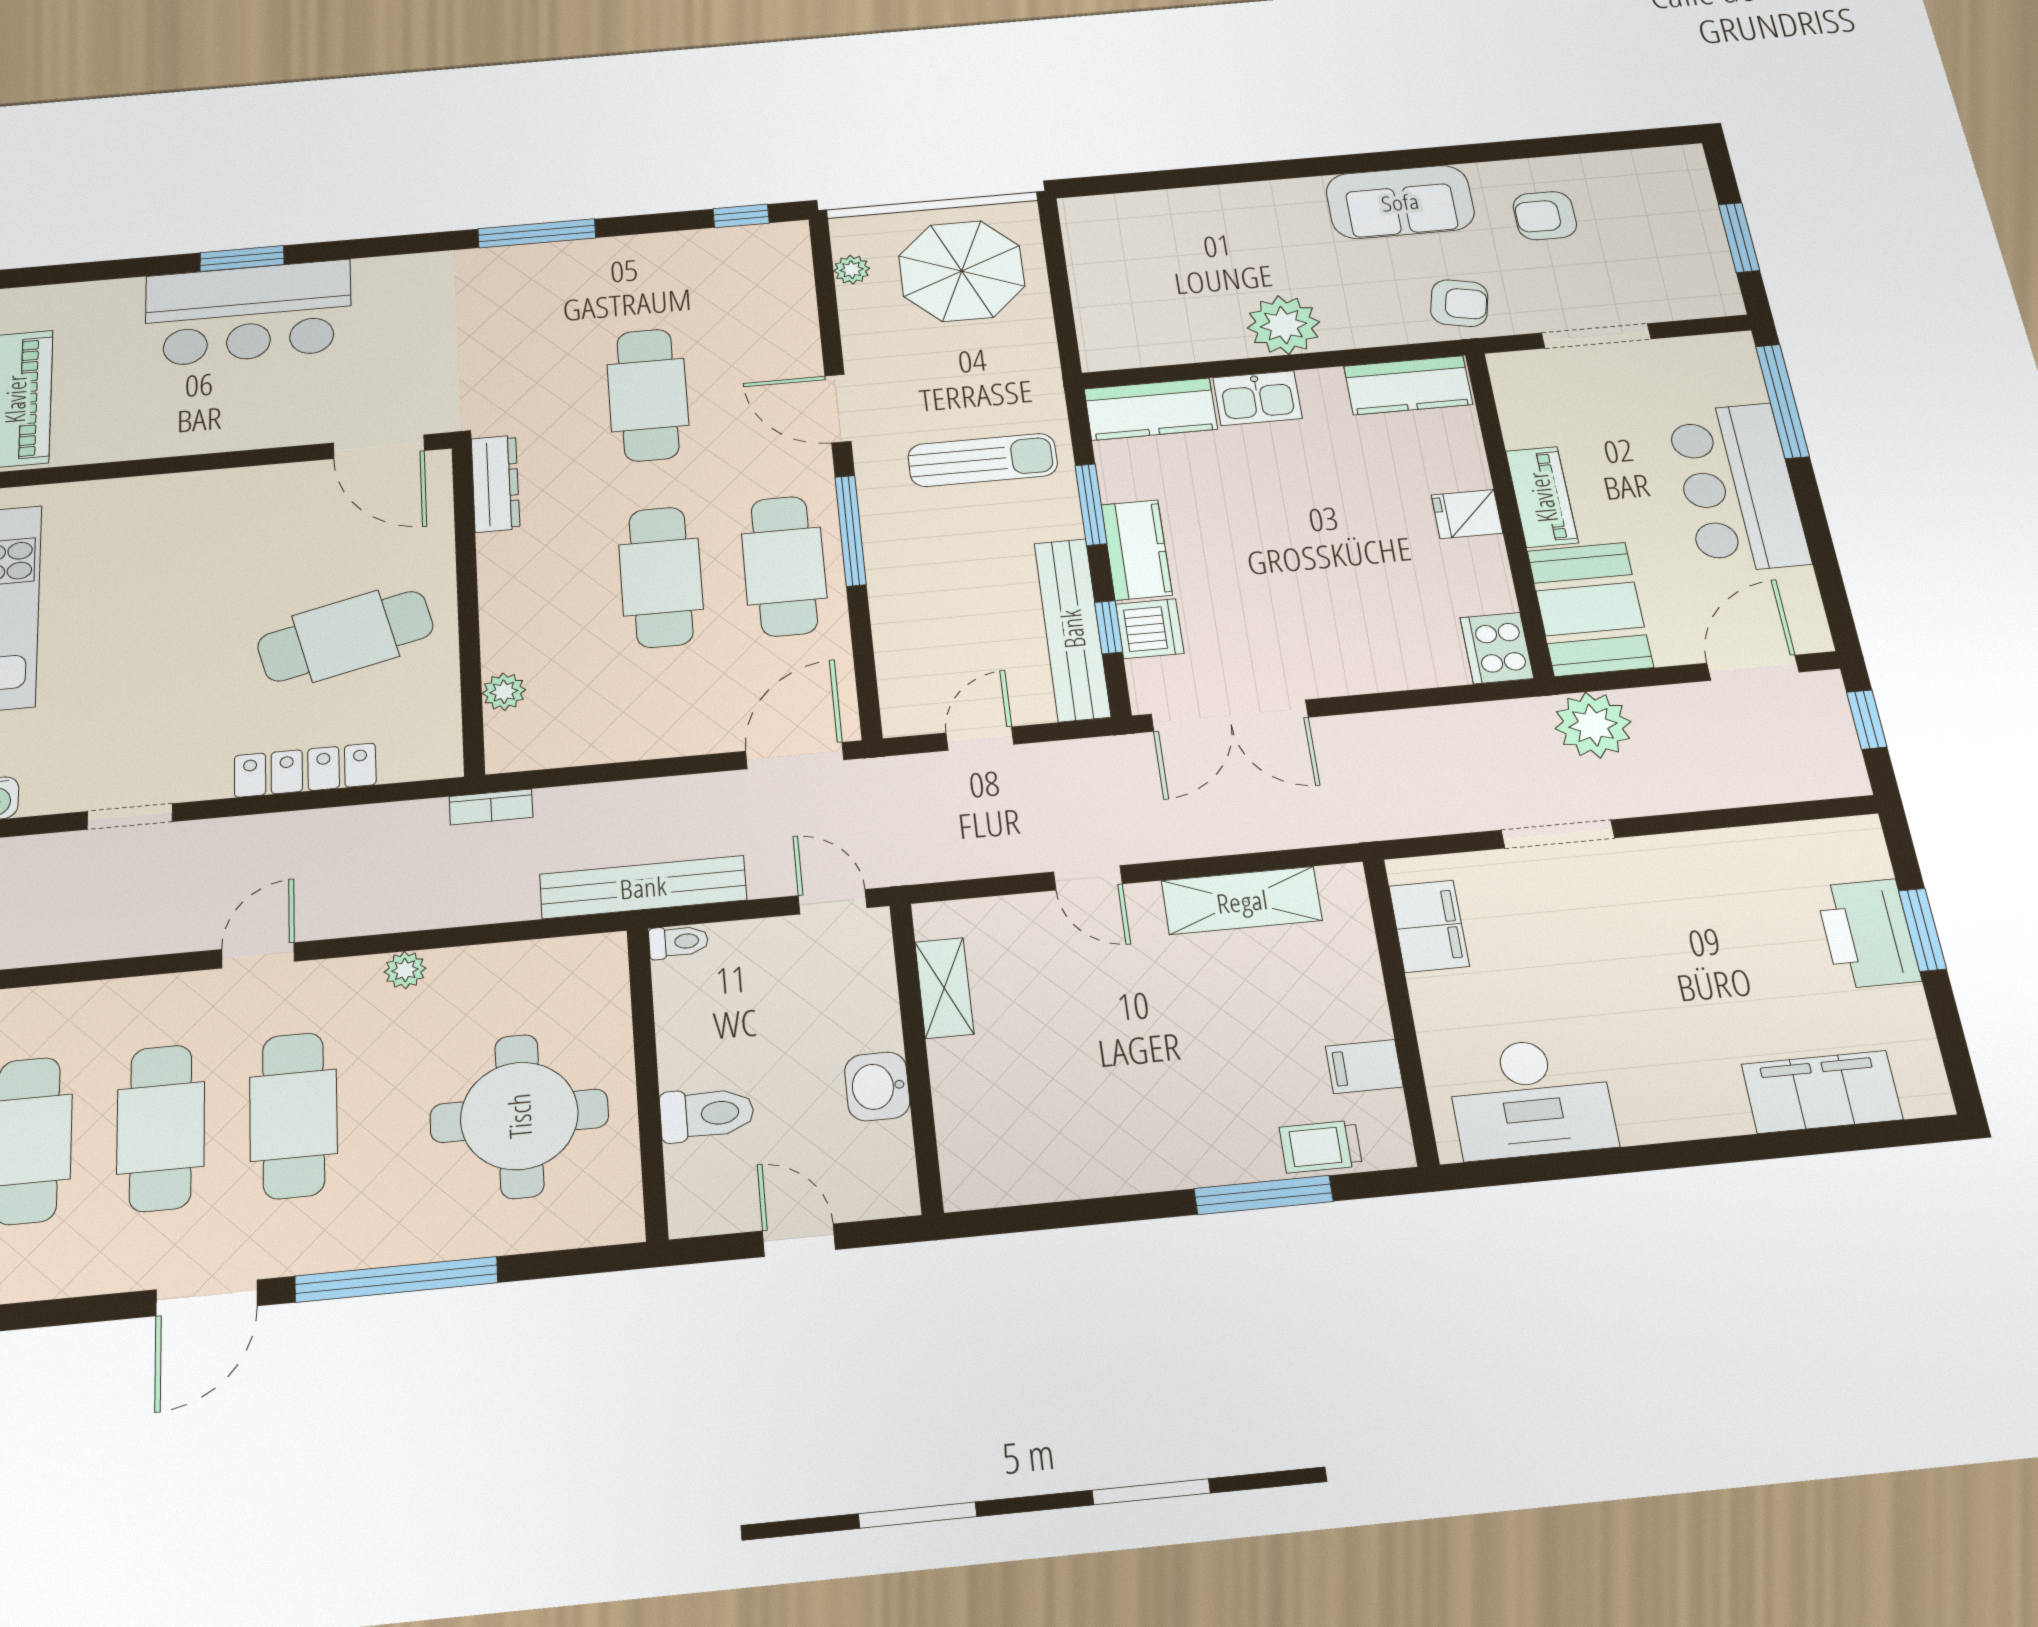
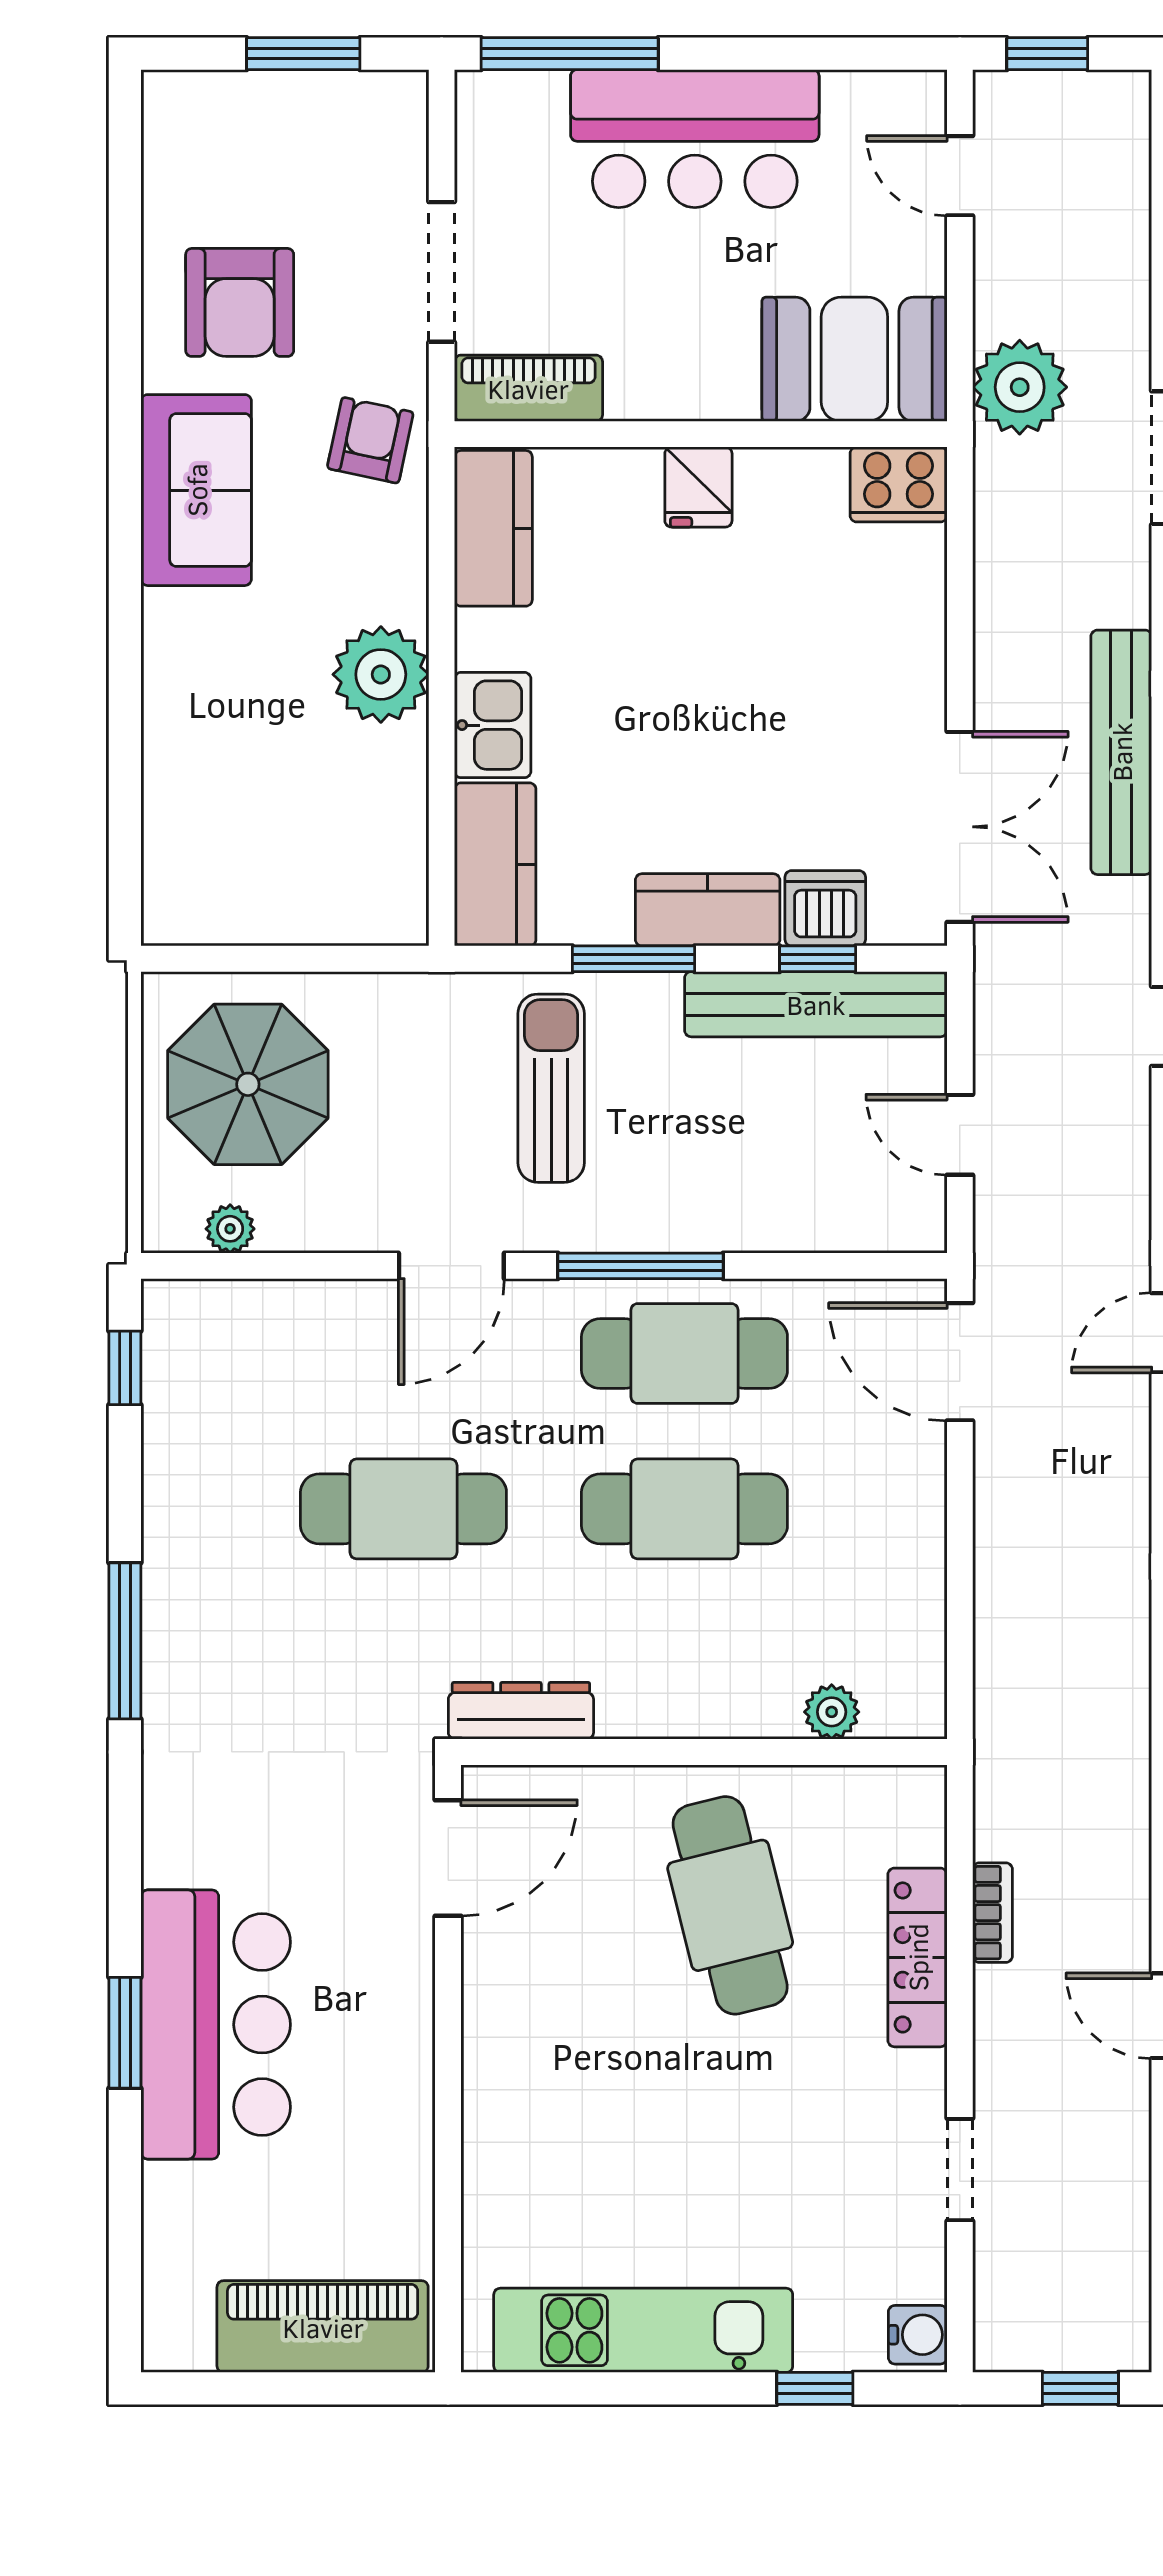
armchair: (1545, 216) -> (240, 302), width x1.38, depth x1.38
piano: (1542, 497) -> (528, 388), moved
door: (1753, 668) -> (960, 176), width x0.73
bookcase: (491, 807) -> (993, 1913), moved
bench: (643, 887) -> (1121, 752), moved

